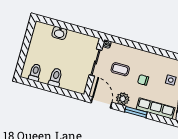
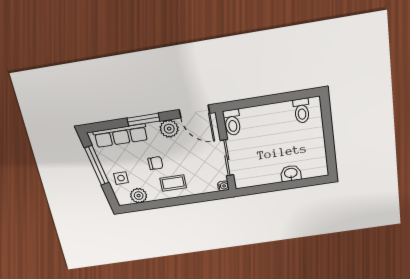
plant: (166, 63) -> (139, 196), added
coffee table: (120, 69) -> (173, 183), moved
toilet: (56, 77) -> (232, 122), moved

